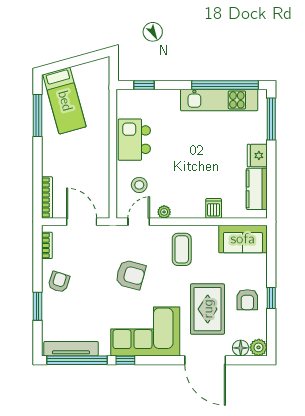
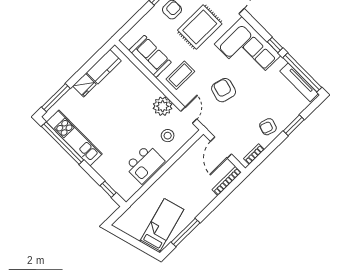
dishwasher: (214, 208) -> (139, 80), removed
plant: (164, 212) -> (163, 106), width x1.88, depth x1.88
door: (139, 222) -> (189, 115), swing flipped
sofa: (243, 239) -> (150, 56), moved

